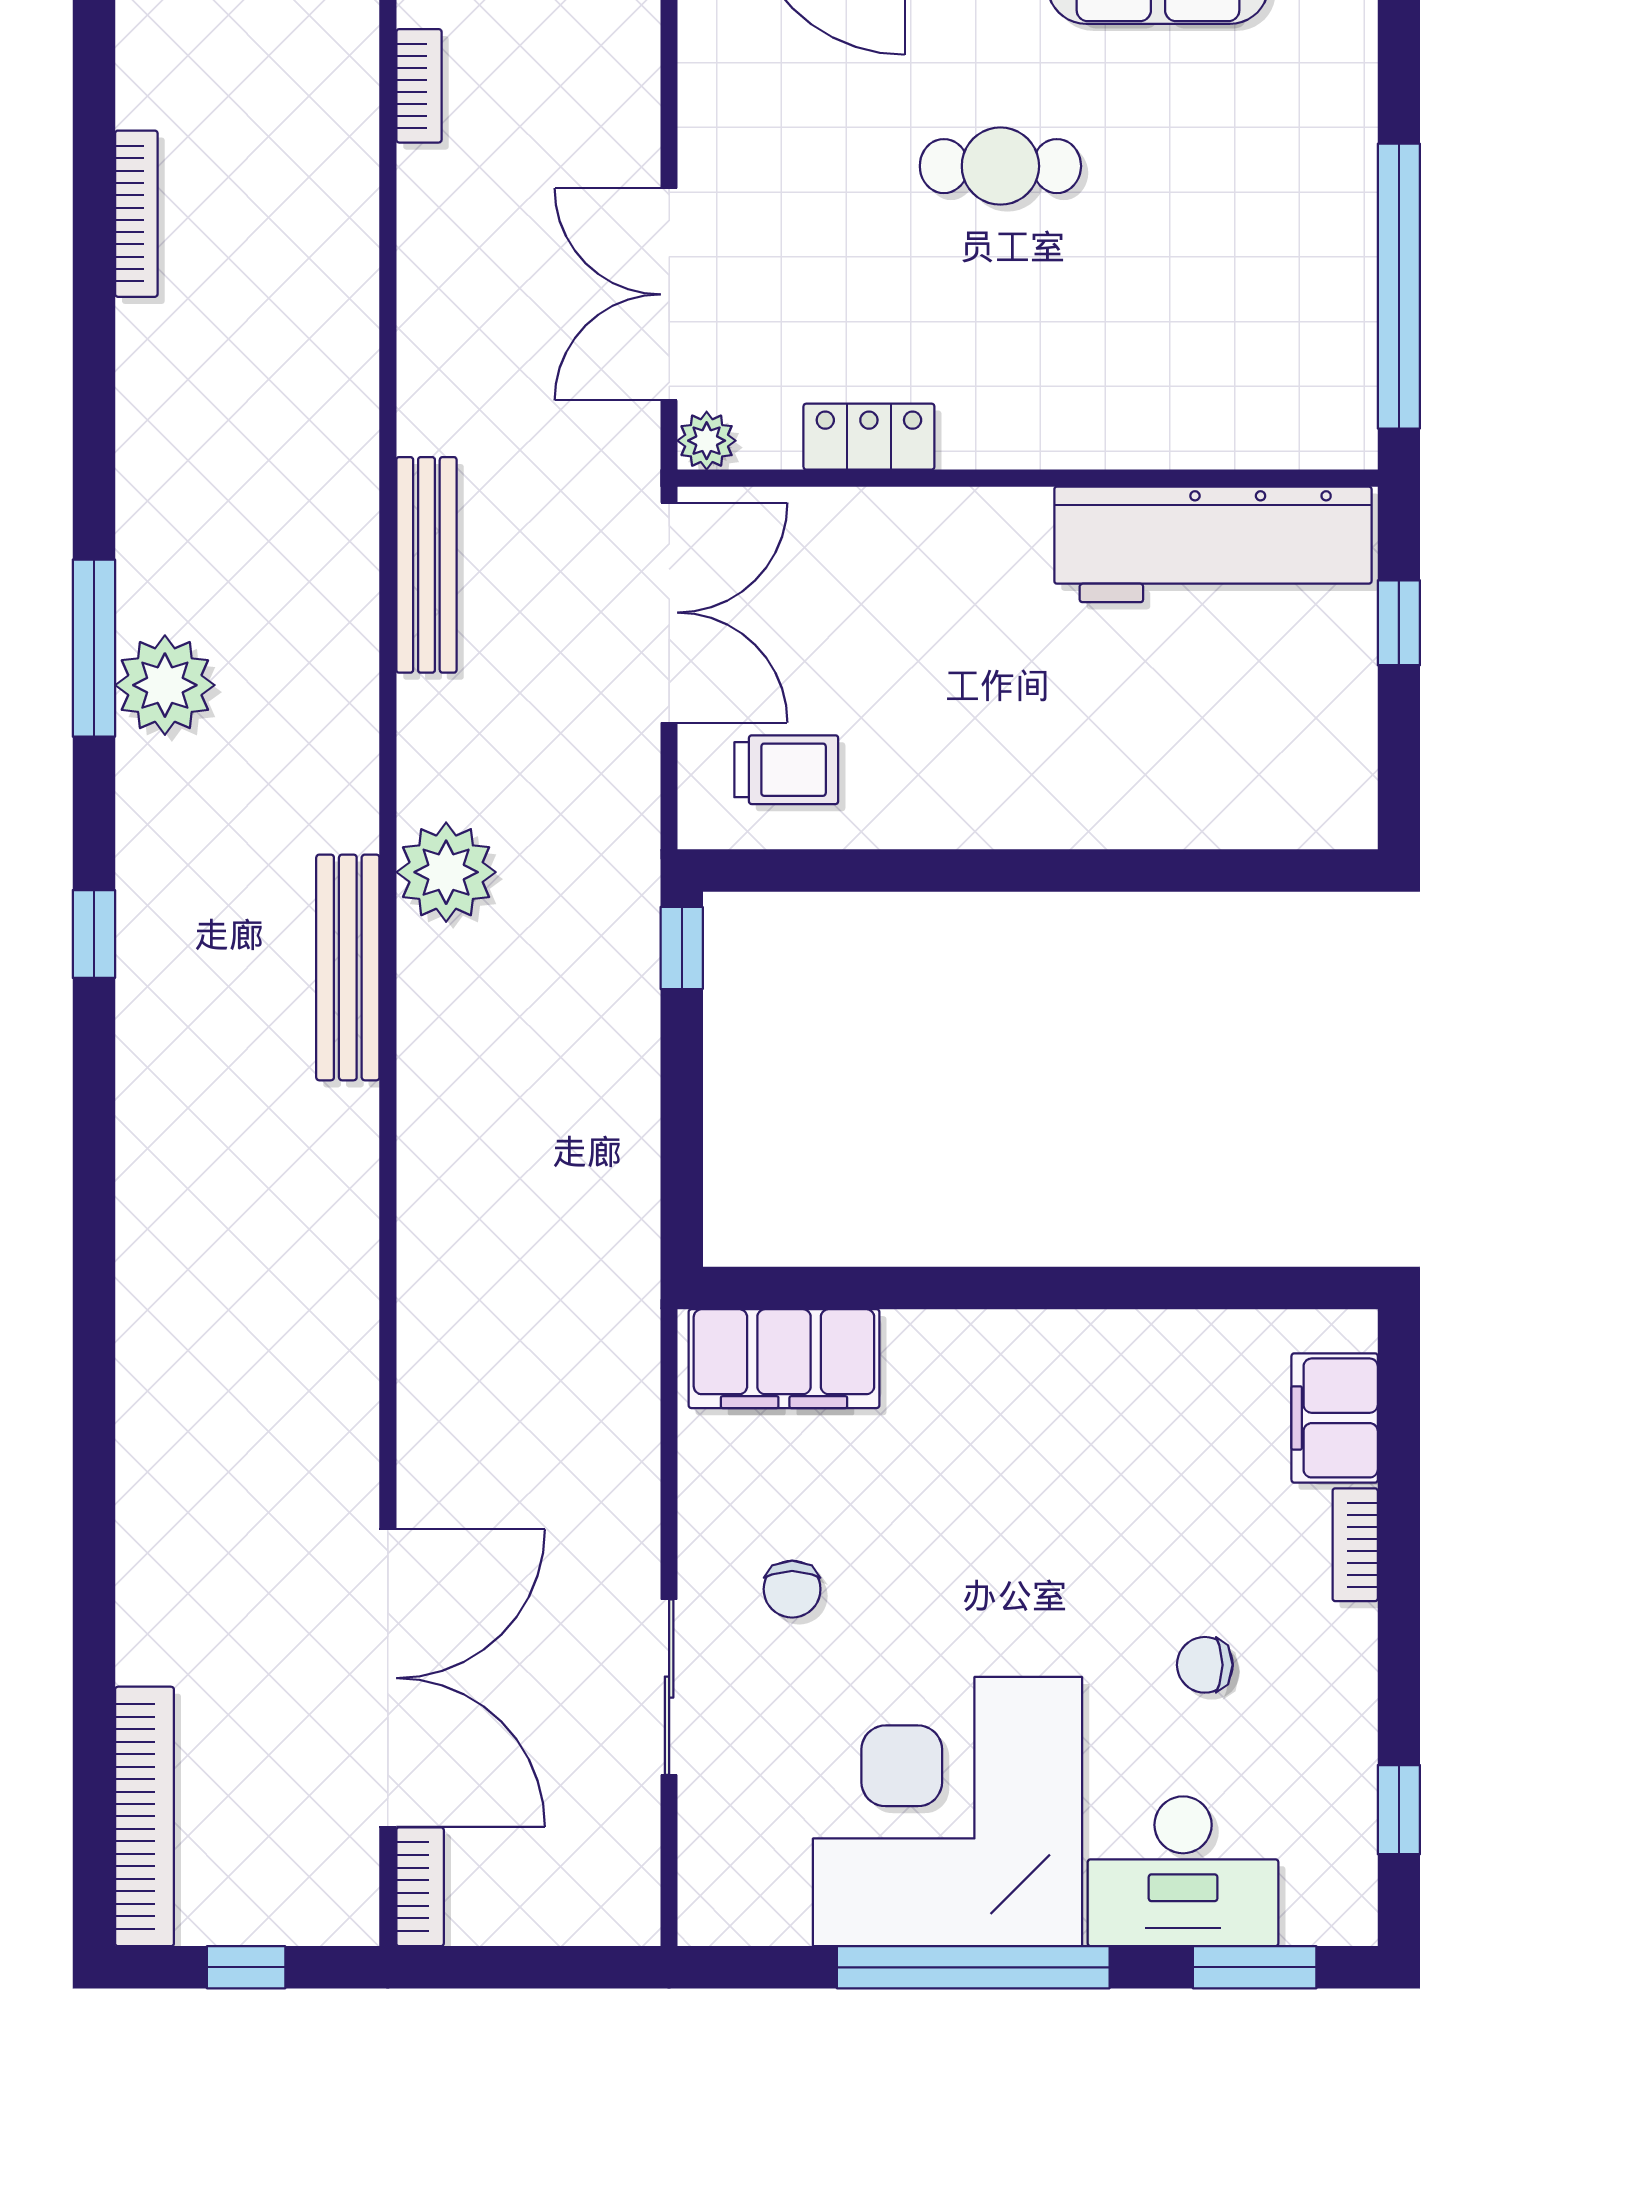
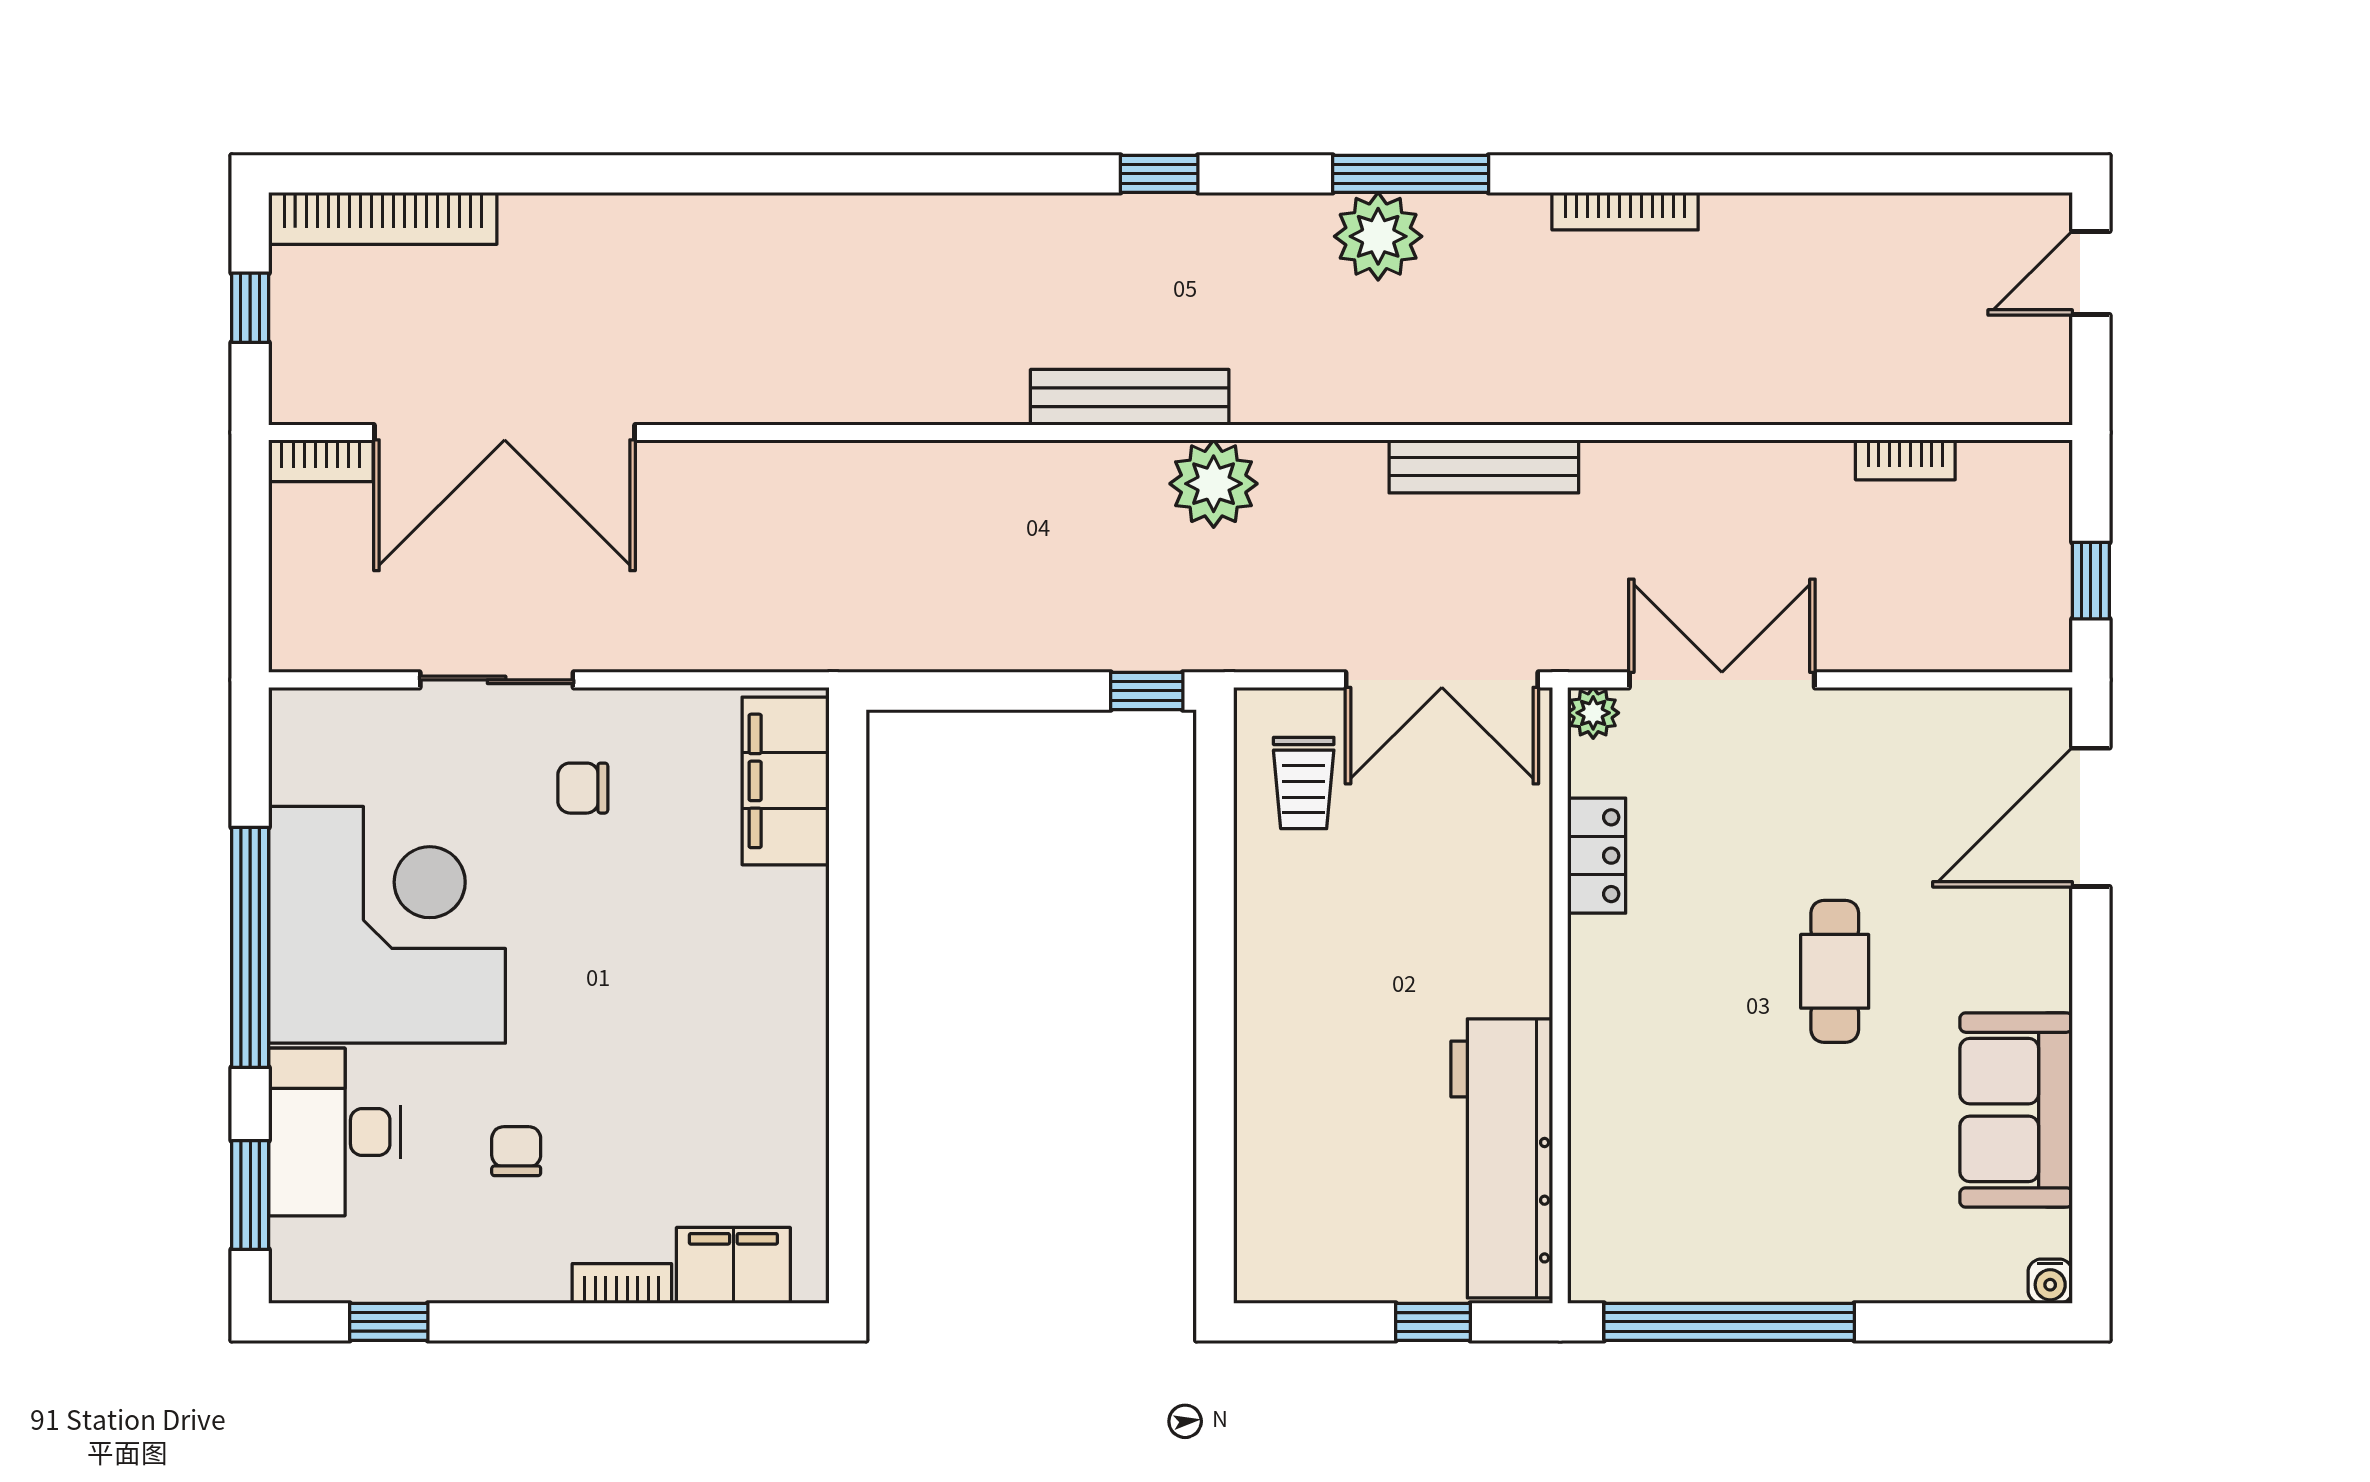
bookcase: (136, 214) -> (1625, 211), moved

